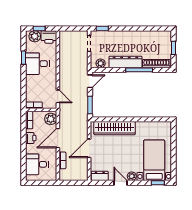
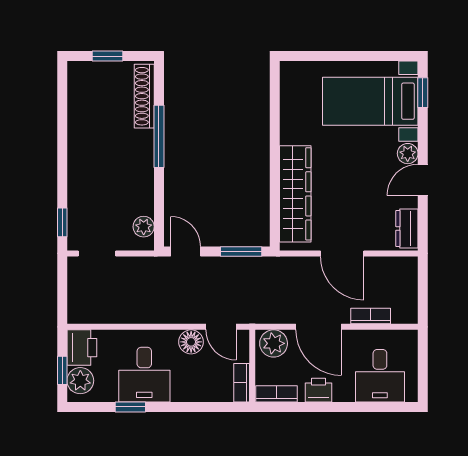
dresser: (125, 62) -> (140, 168), removed
floor lamp: (51, 84) -> (191, 342), added
door: (58, 96) -> (221, 327), swing flipped

